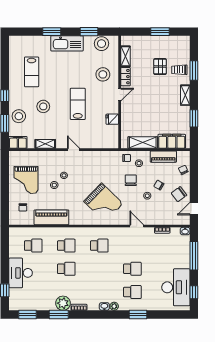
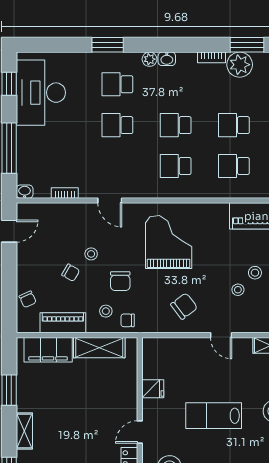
lab bench: (78, 104) -> (214, 416), turned 90
chair: (179, 194) -> (184, 306), moved
grand piano: (103, 202) -> (169, 242), turned 46
school desk: (99, 269) -> (176, 125), added

